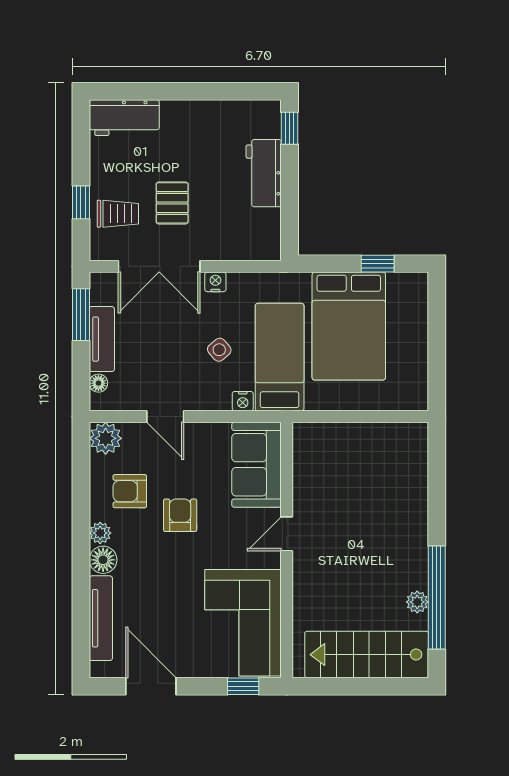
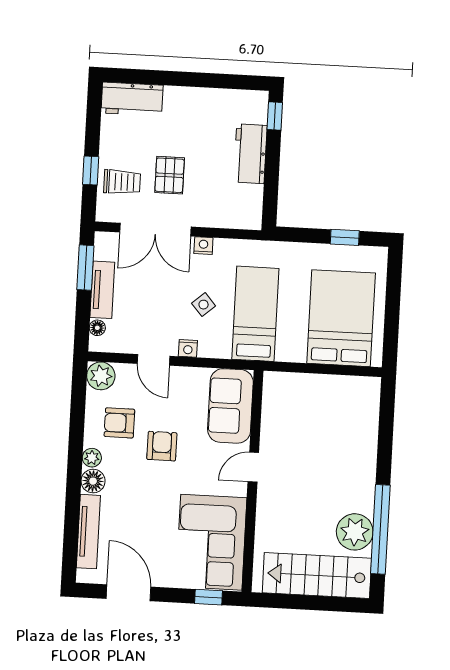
bed: (349, 326) -> (341, 318), moved, turned 180
nightstand: (243, 401) -> (188, 348), moved
plant: (417, 602) -> (355, 532), width x1.87, depth x1.87

